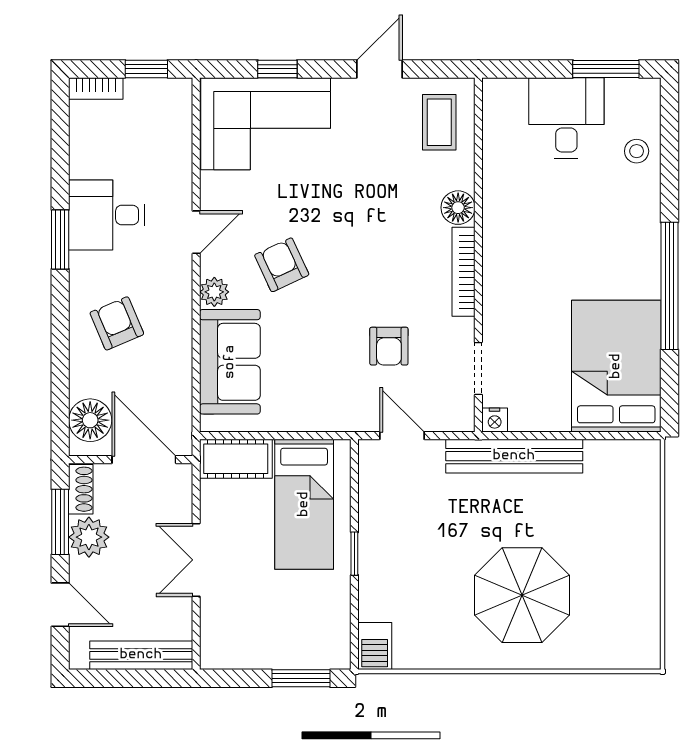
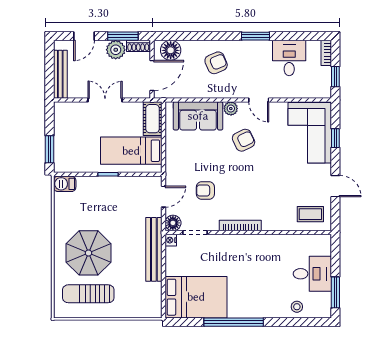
floor lamp: (458, 208) -> (173, 223), moved
desk: (107, 215) -> (289, 58), moved
sun lounger: (609, 596) -> (88, 294), added

